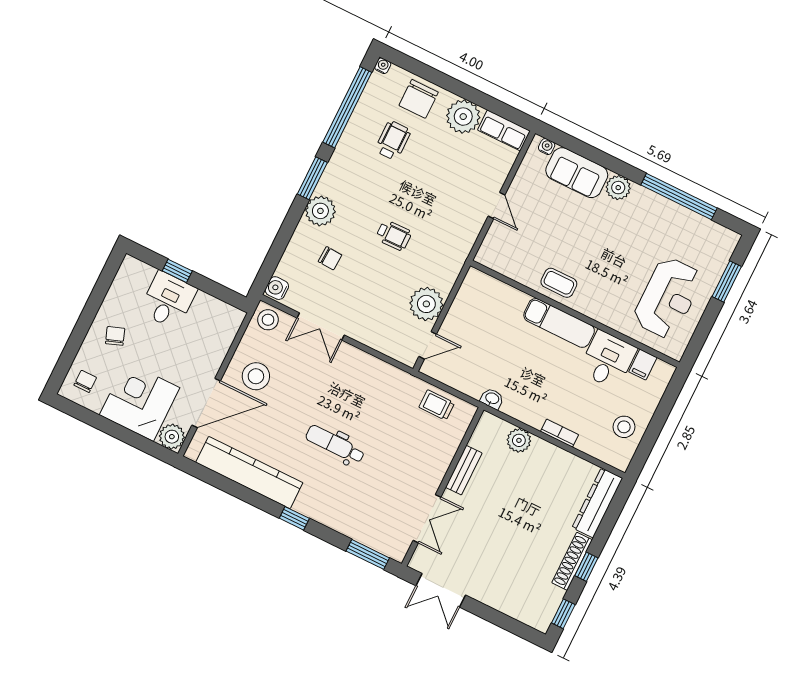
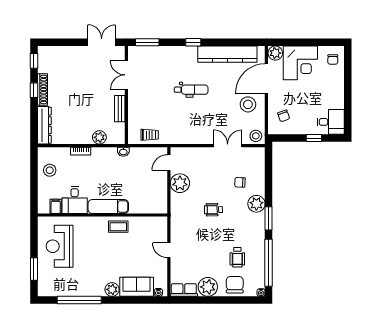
water cooler: (277, 288) -> (259, 154), removed
desk: (168, 300) -> (331, 122), moved, turned -90
chair: (115, 336) -> (284, 116), moved

